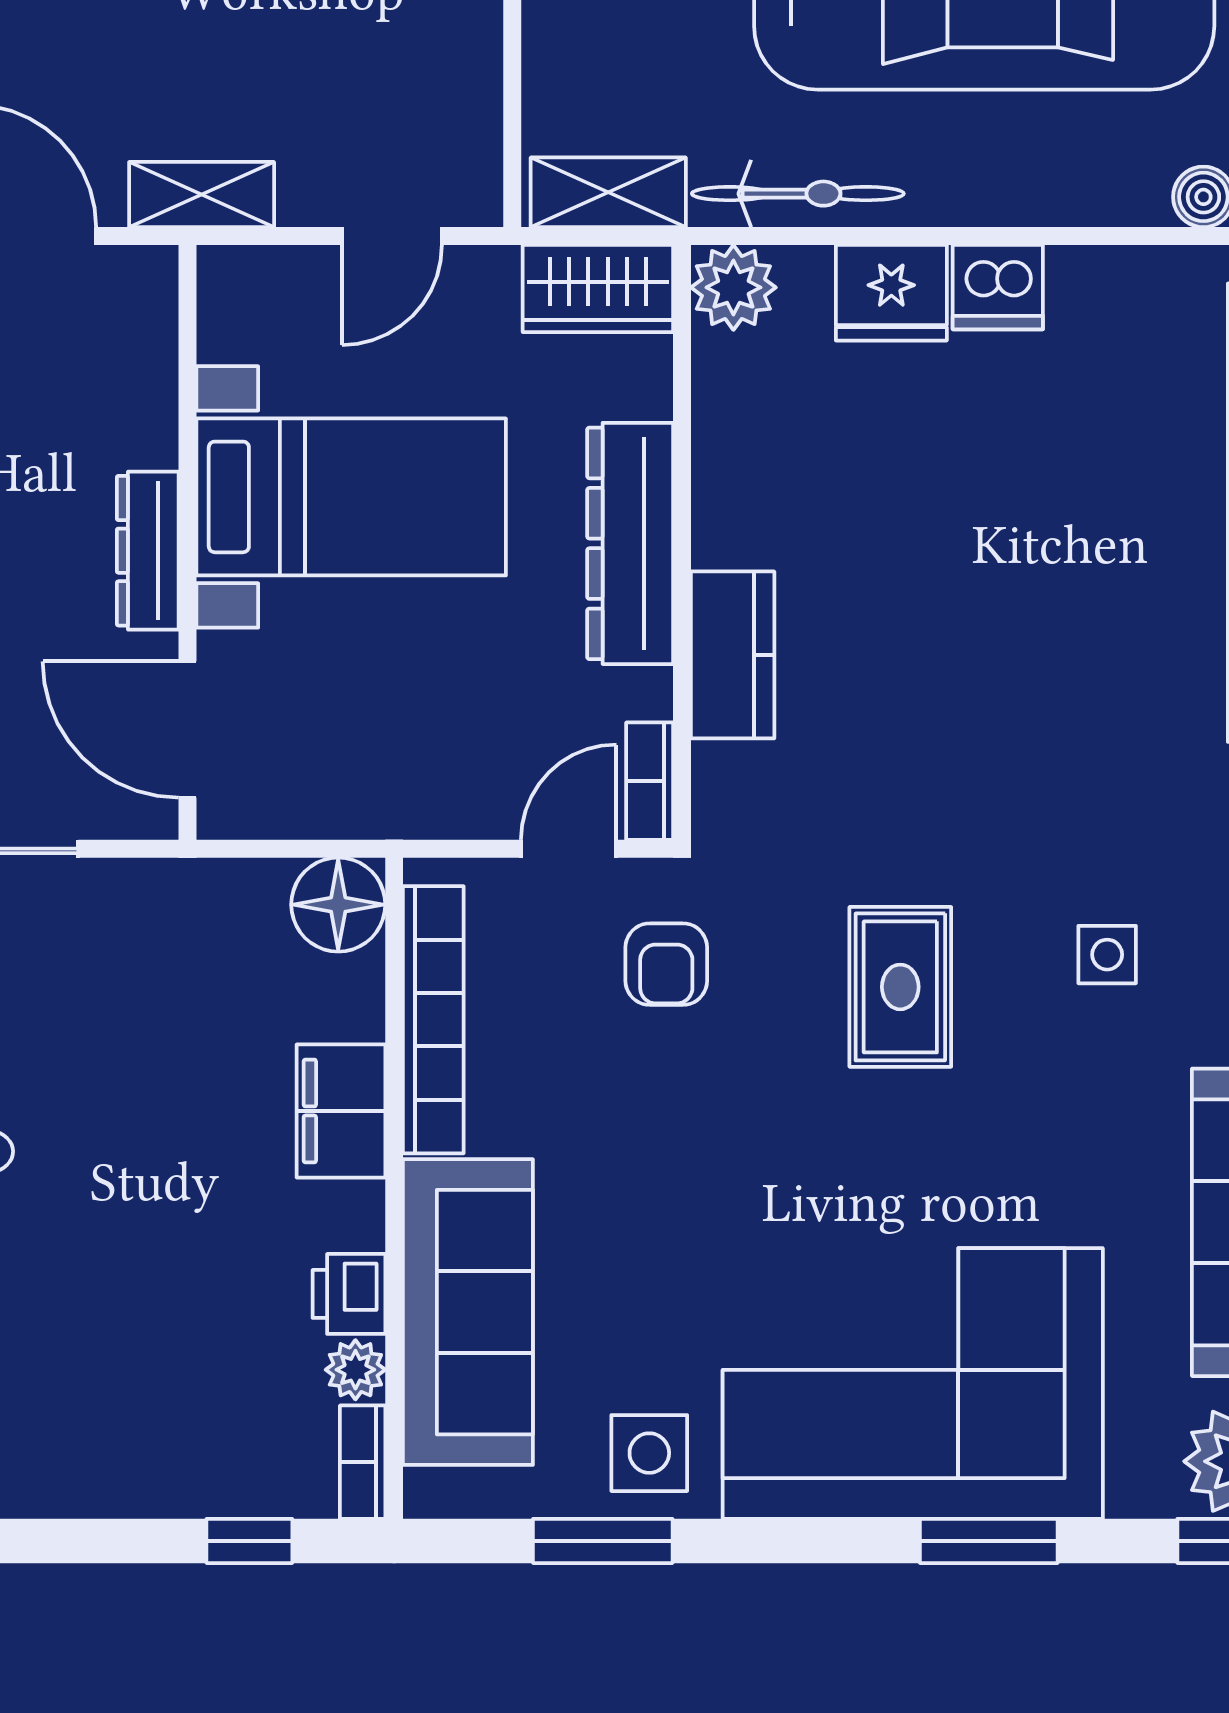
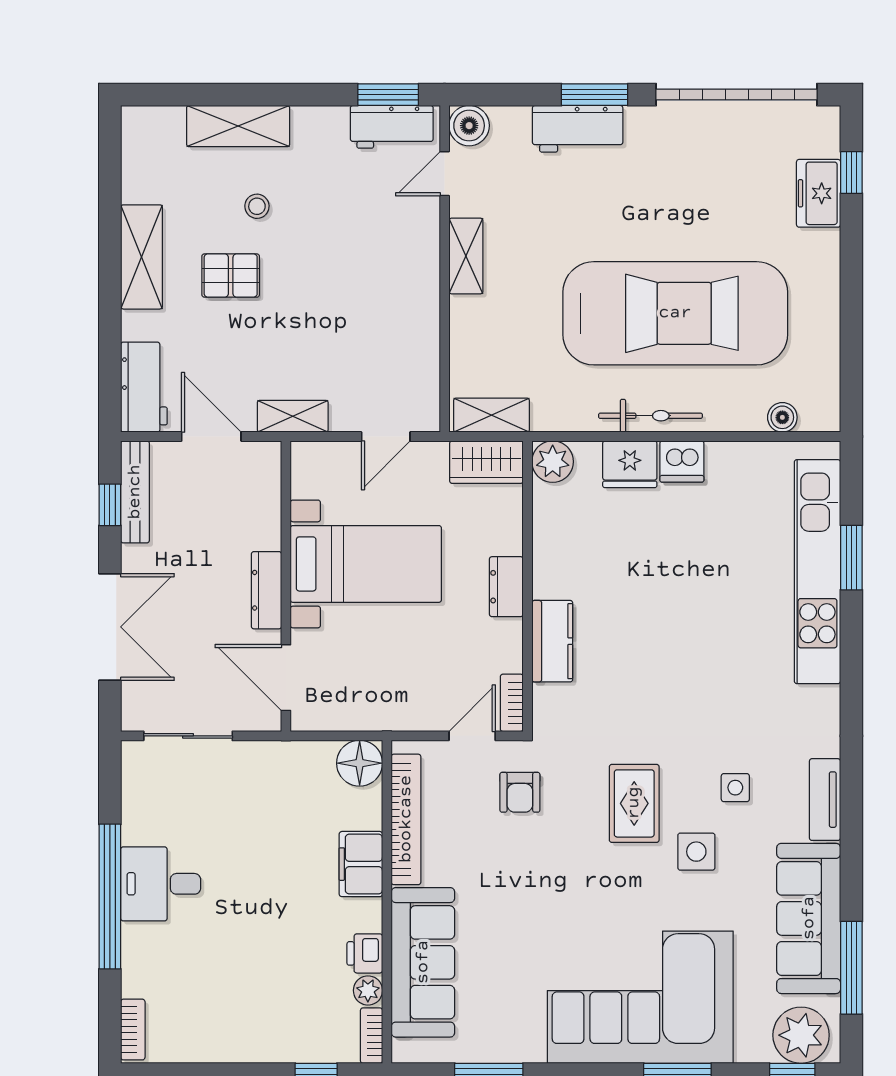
bicycle: (798, 194) -> (650, 416), moved
dresser: (630, 543) -> (506, 587), width x0.51, depth x0.80
side table: (649, 1453) -> (696, 852), moved

